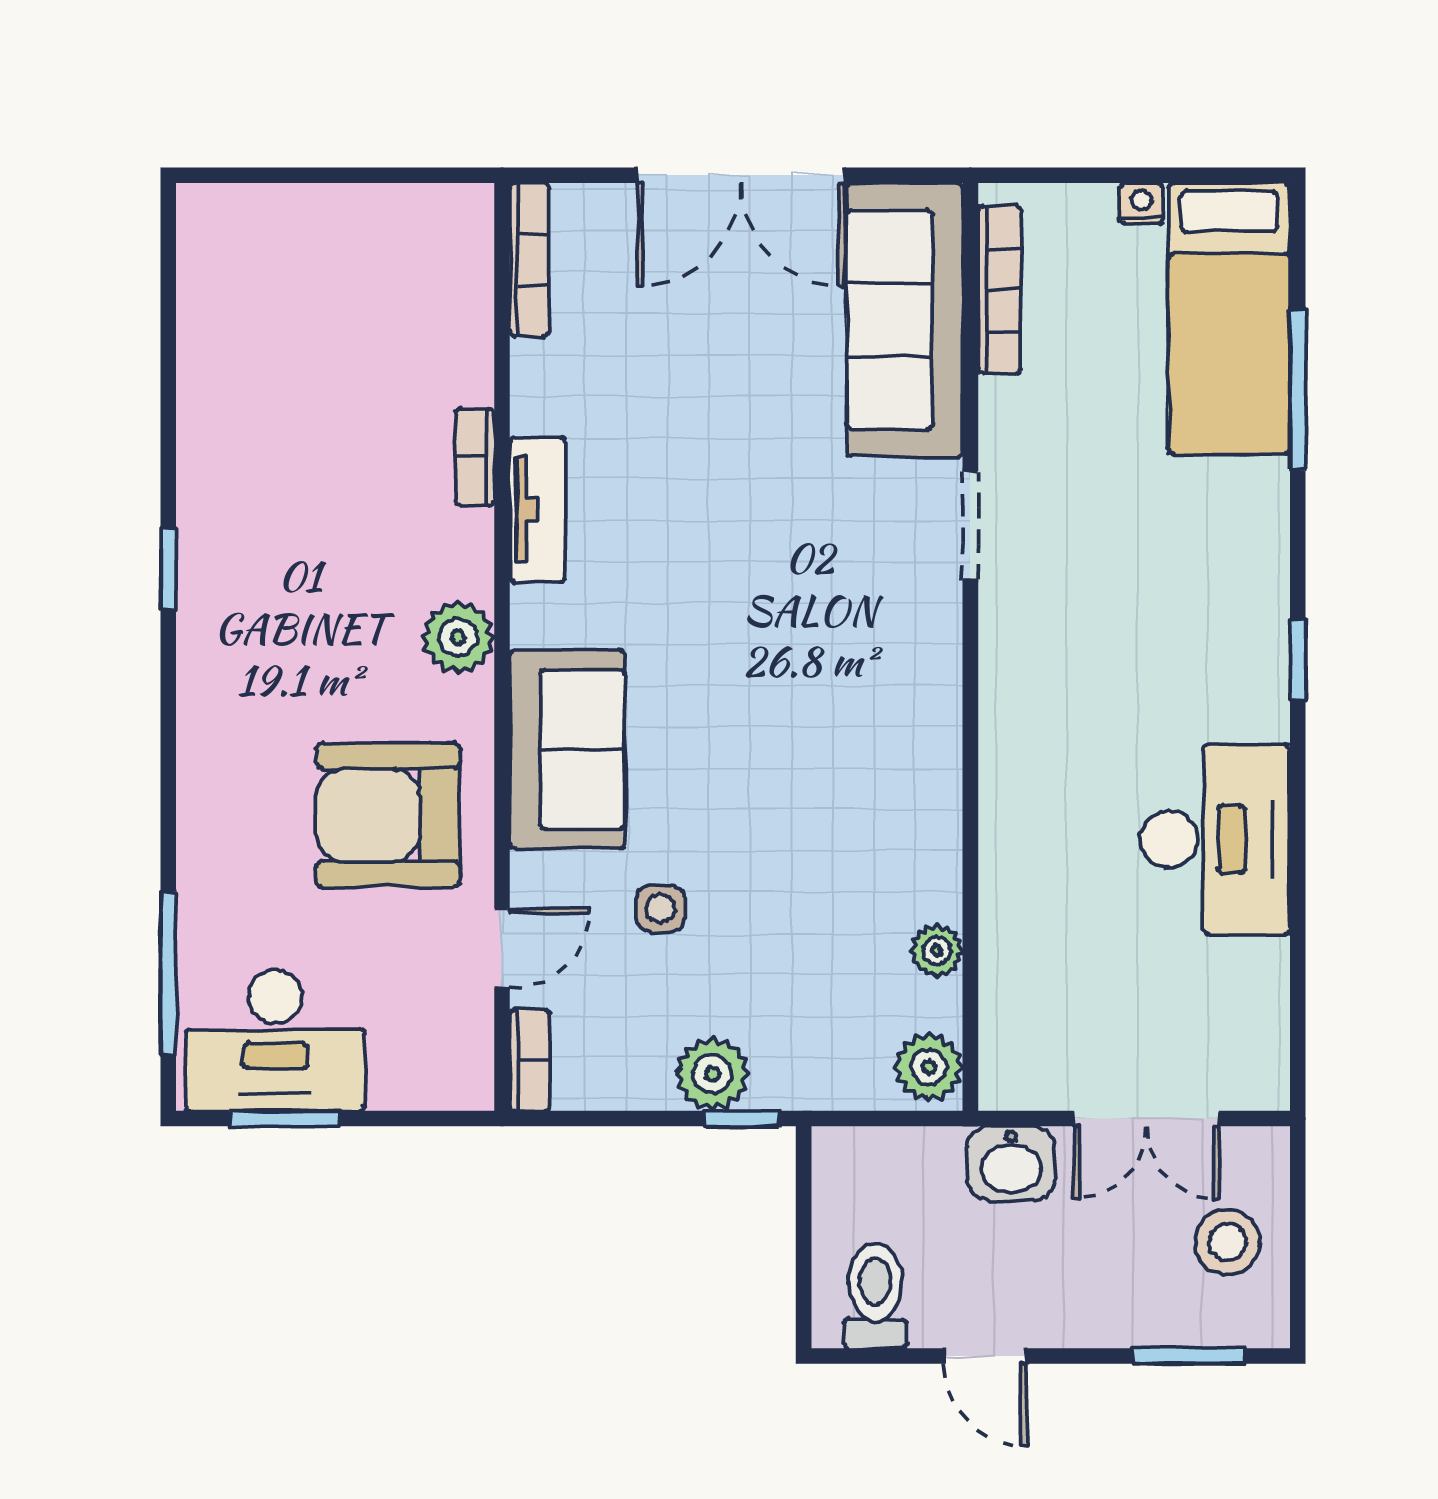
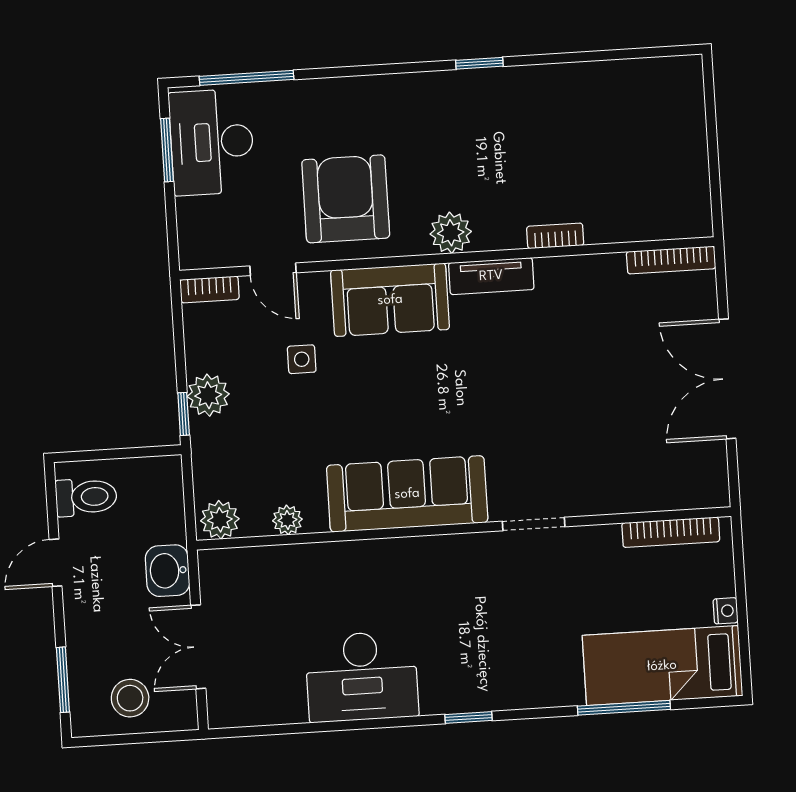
sofa: (905, 320) -> (407, 494), moved
tv unit: (537, 510) -> (491, 276), moved

